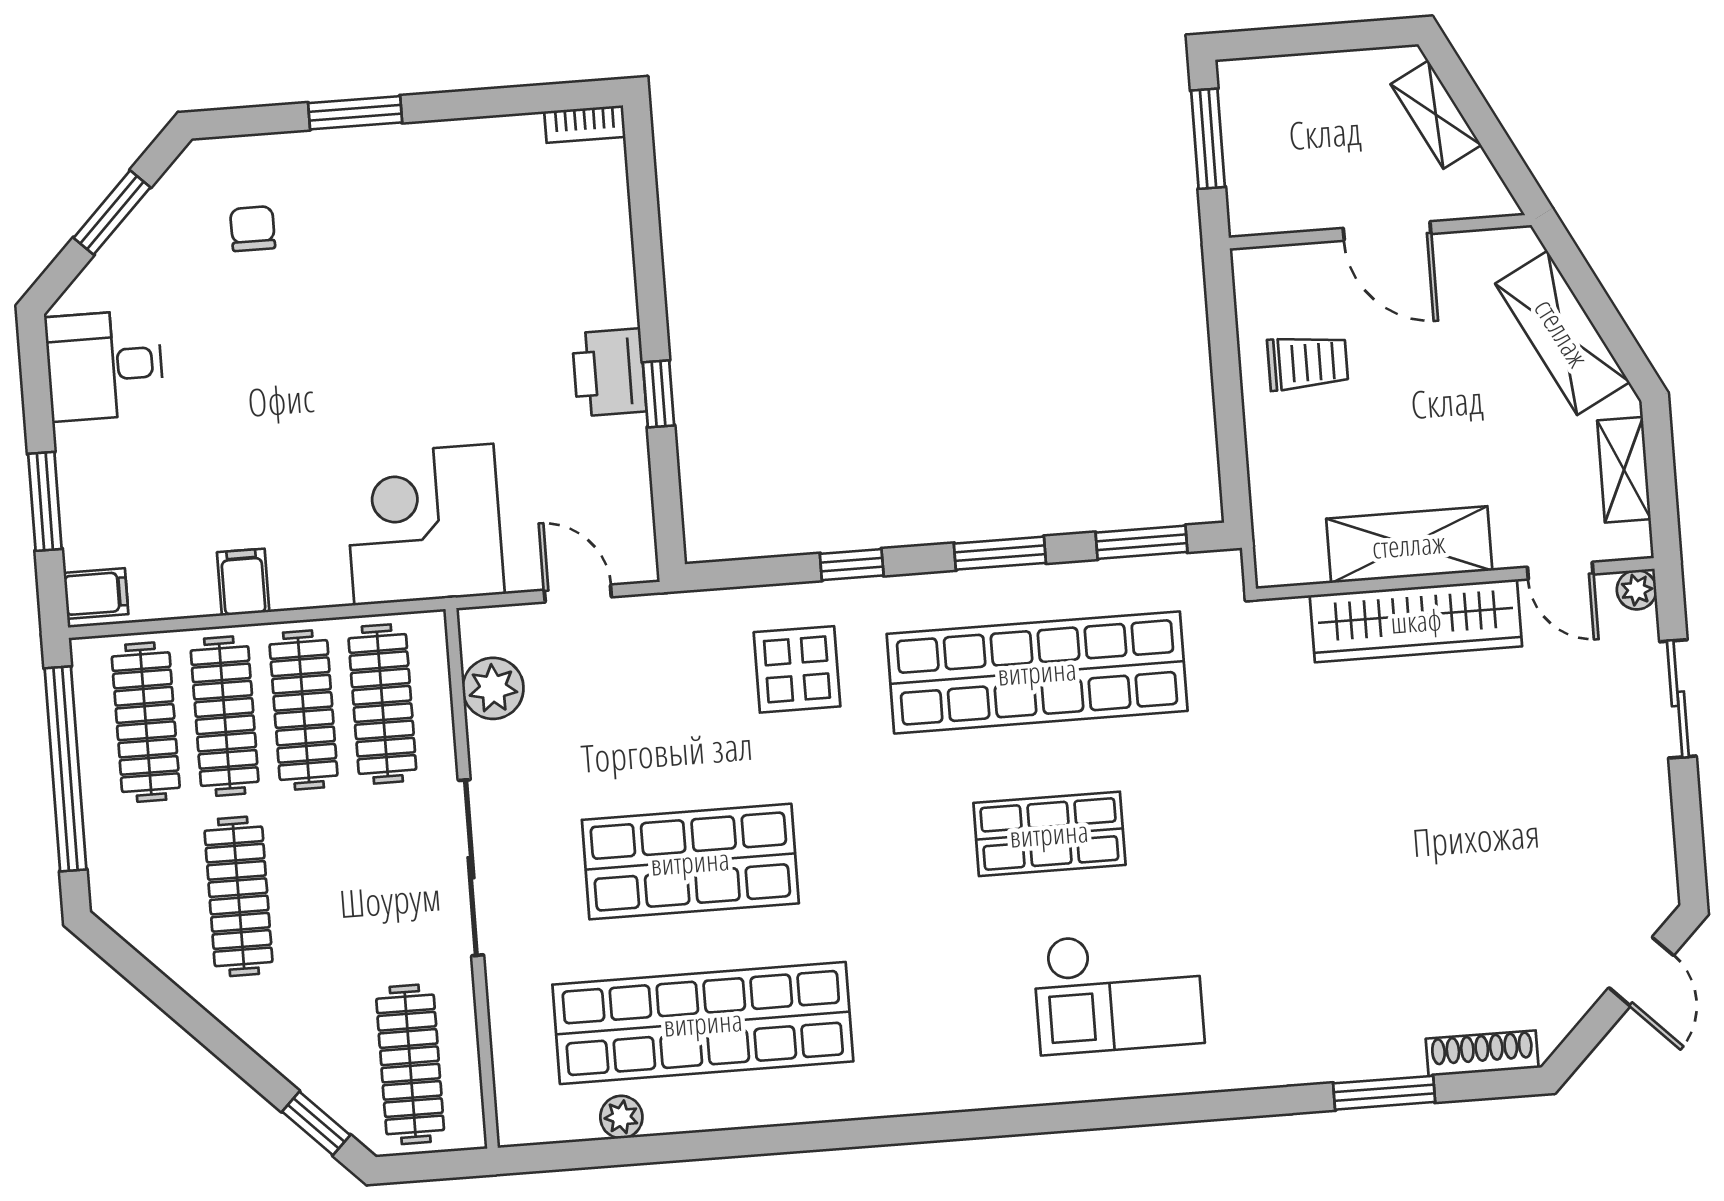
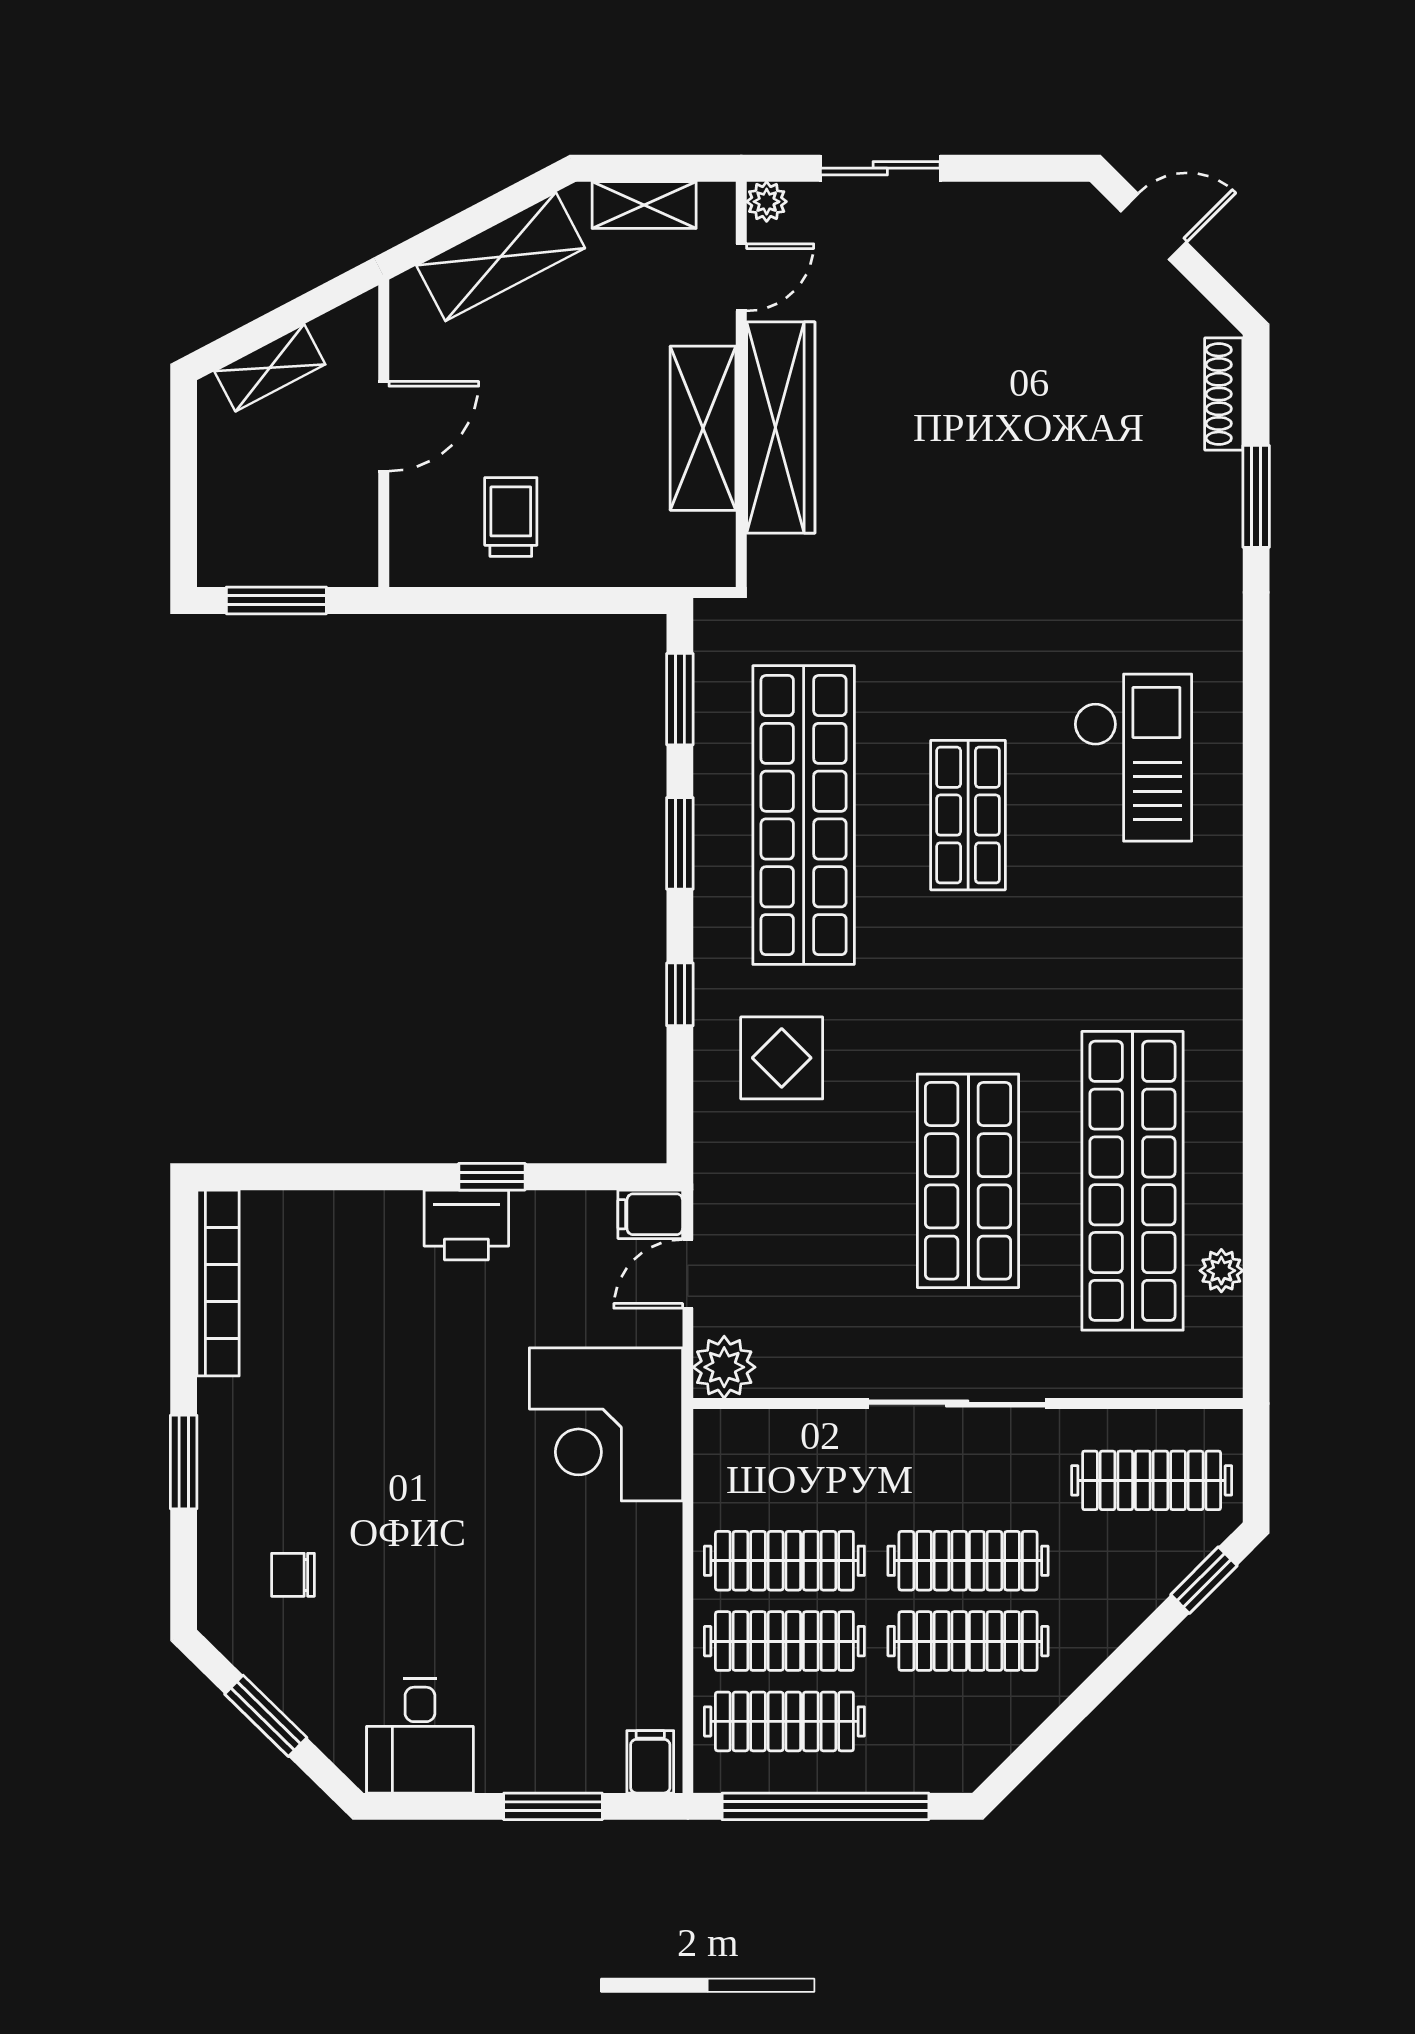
bookcase: (585, 124) -> (218, 1283), width x2.31, depth x1.31
filing cabinet: (243, 582) -> (650, 1214), moved
plant: (493, 688) -> (724, 1367), moved
clothes rail: (382, 704) -> (968, 1561), moved

